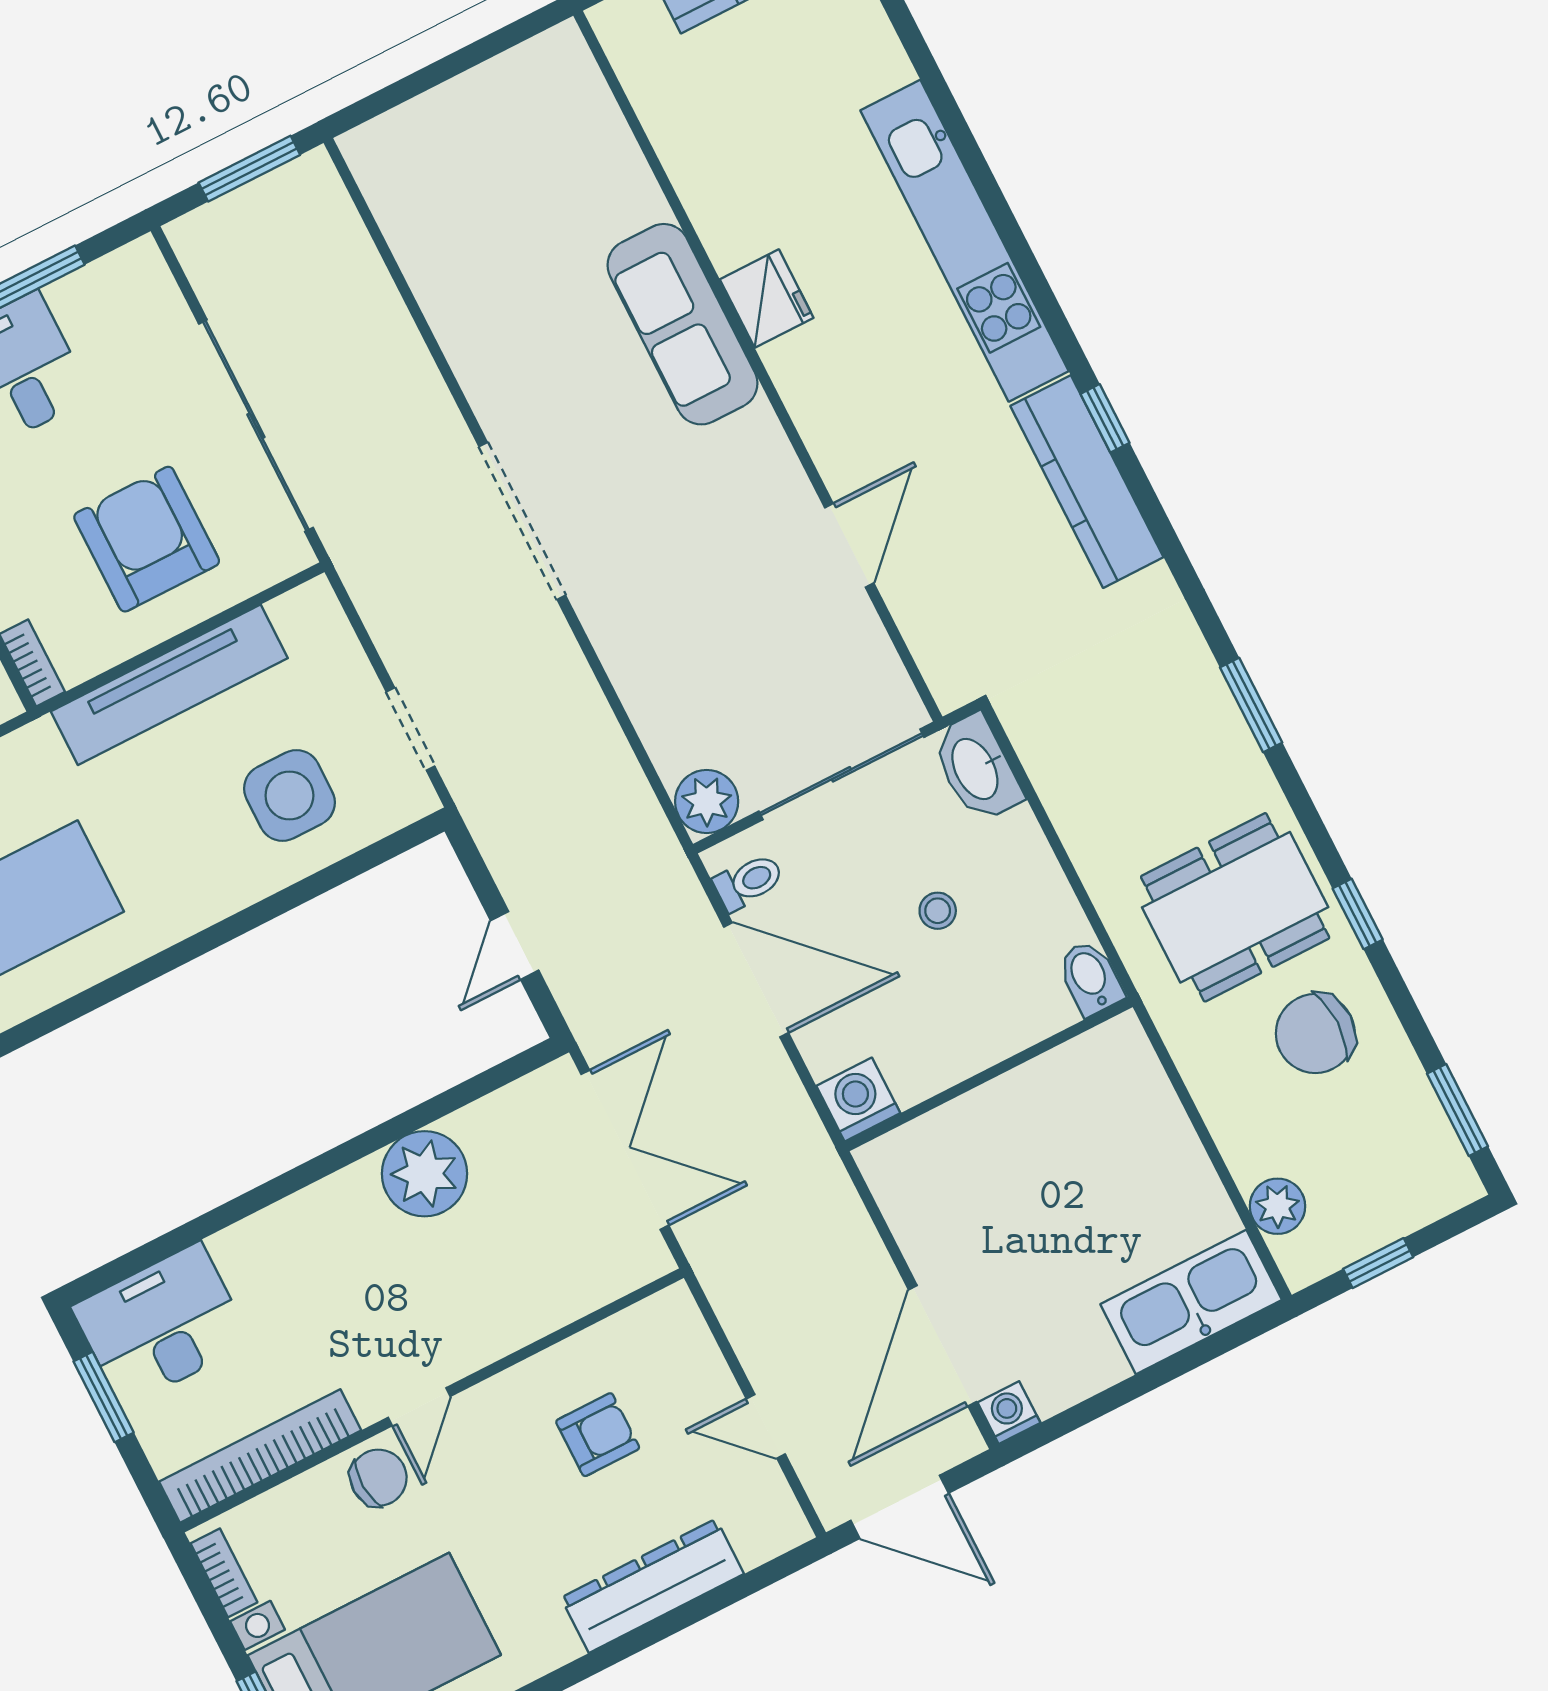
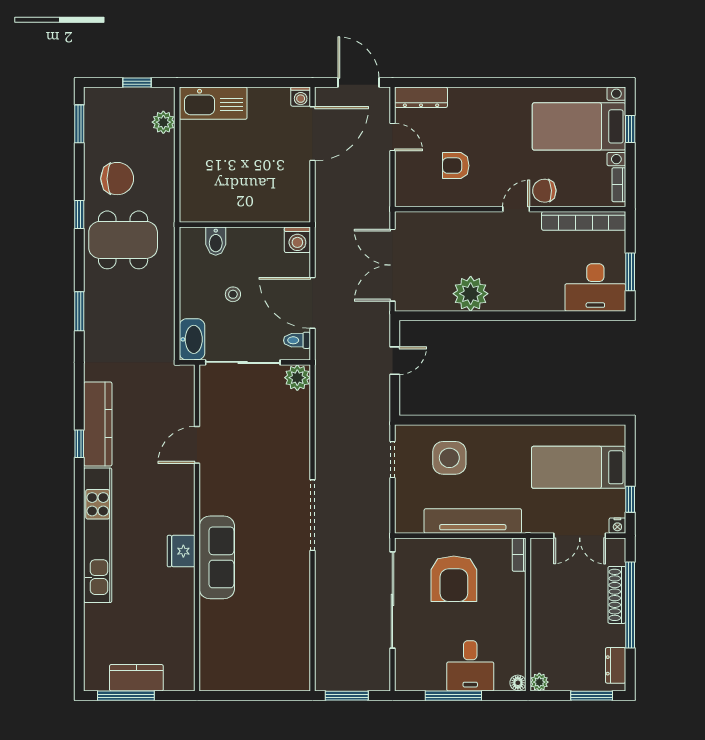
bidet: (1090, 978) -> (216, 241), moved
dresser: (652, 1586) -> (421, 97), moved, width x0.73, depth x0.80

